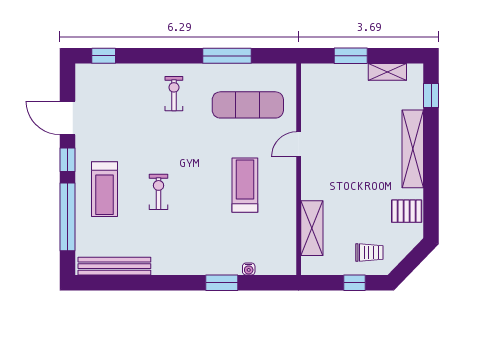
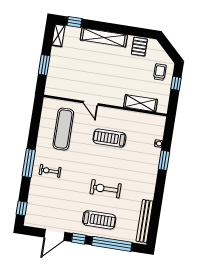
window: (227, 56) -> (29, 163), moved
shelving: (387, 72) -> (58, 35), moved
exercise bike: (159, 192) -> (106, 189), width x1.38, depth x1.39

